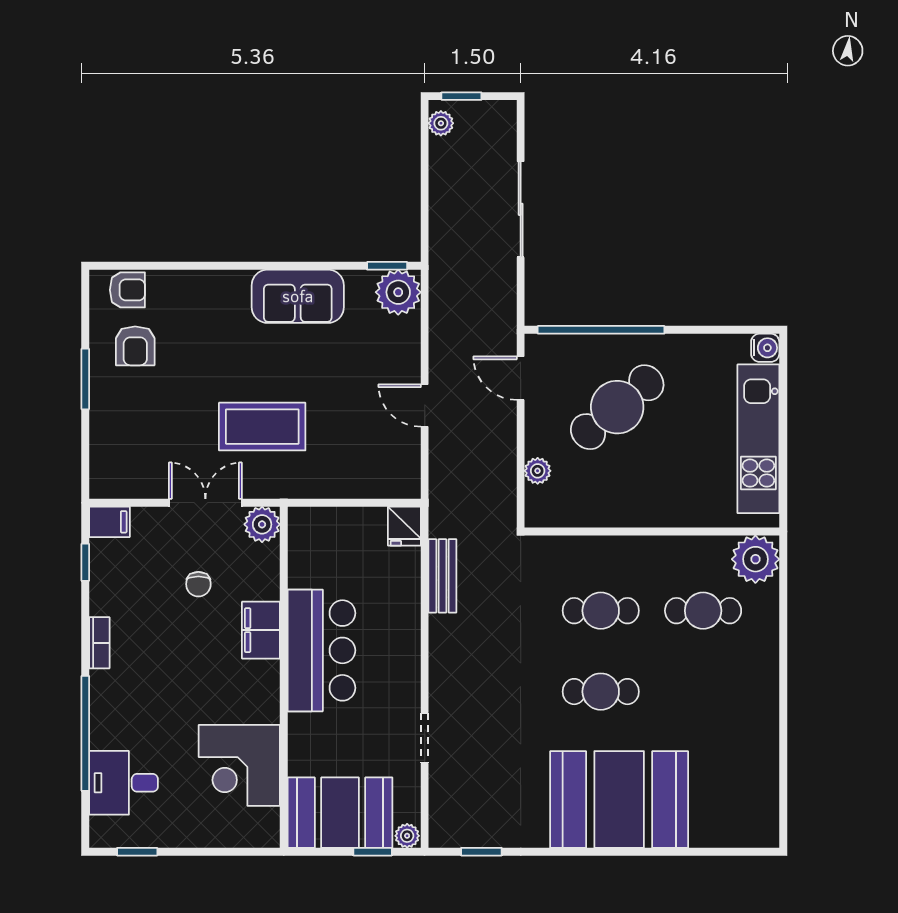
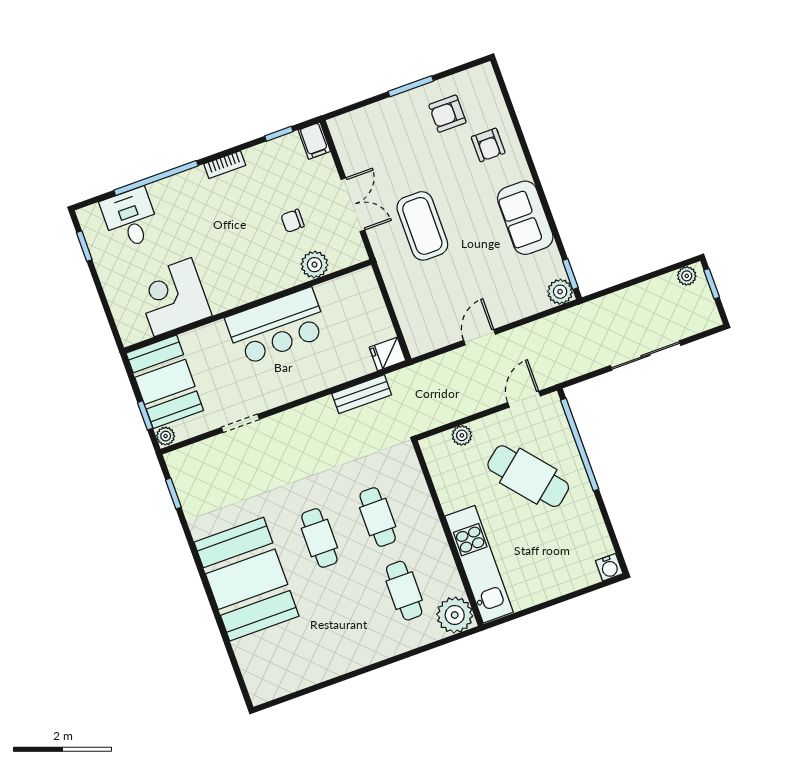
armchair: (127, 290) -> (488, 145), moved
plant: (398, 292) -> (560, 292), width x0.73, depth x0.73
kitchen unit: (758, 439) -> (479, 564), moved, turned 90
plant: (262, 524) -> (314, 265), moved
filing cabinet: (261, 630) -> (276, 278), removed

